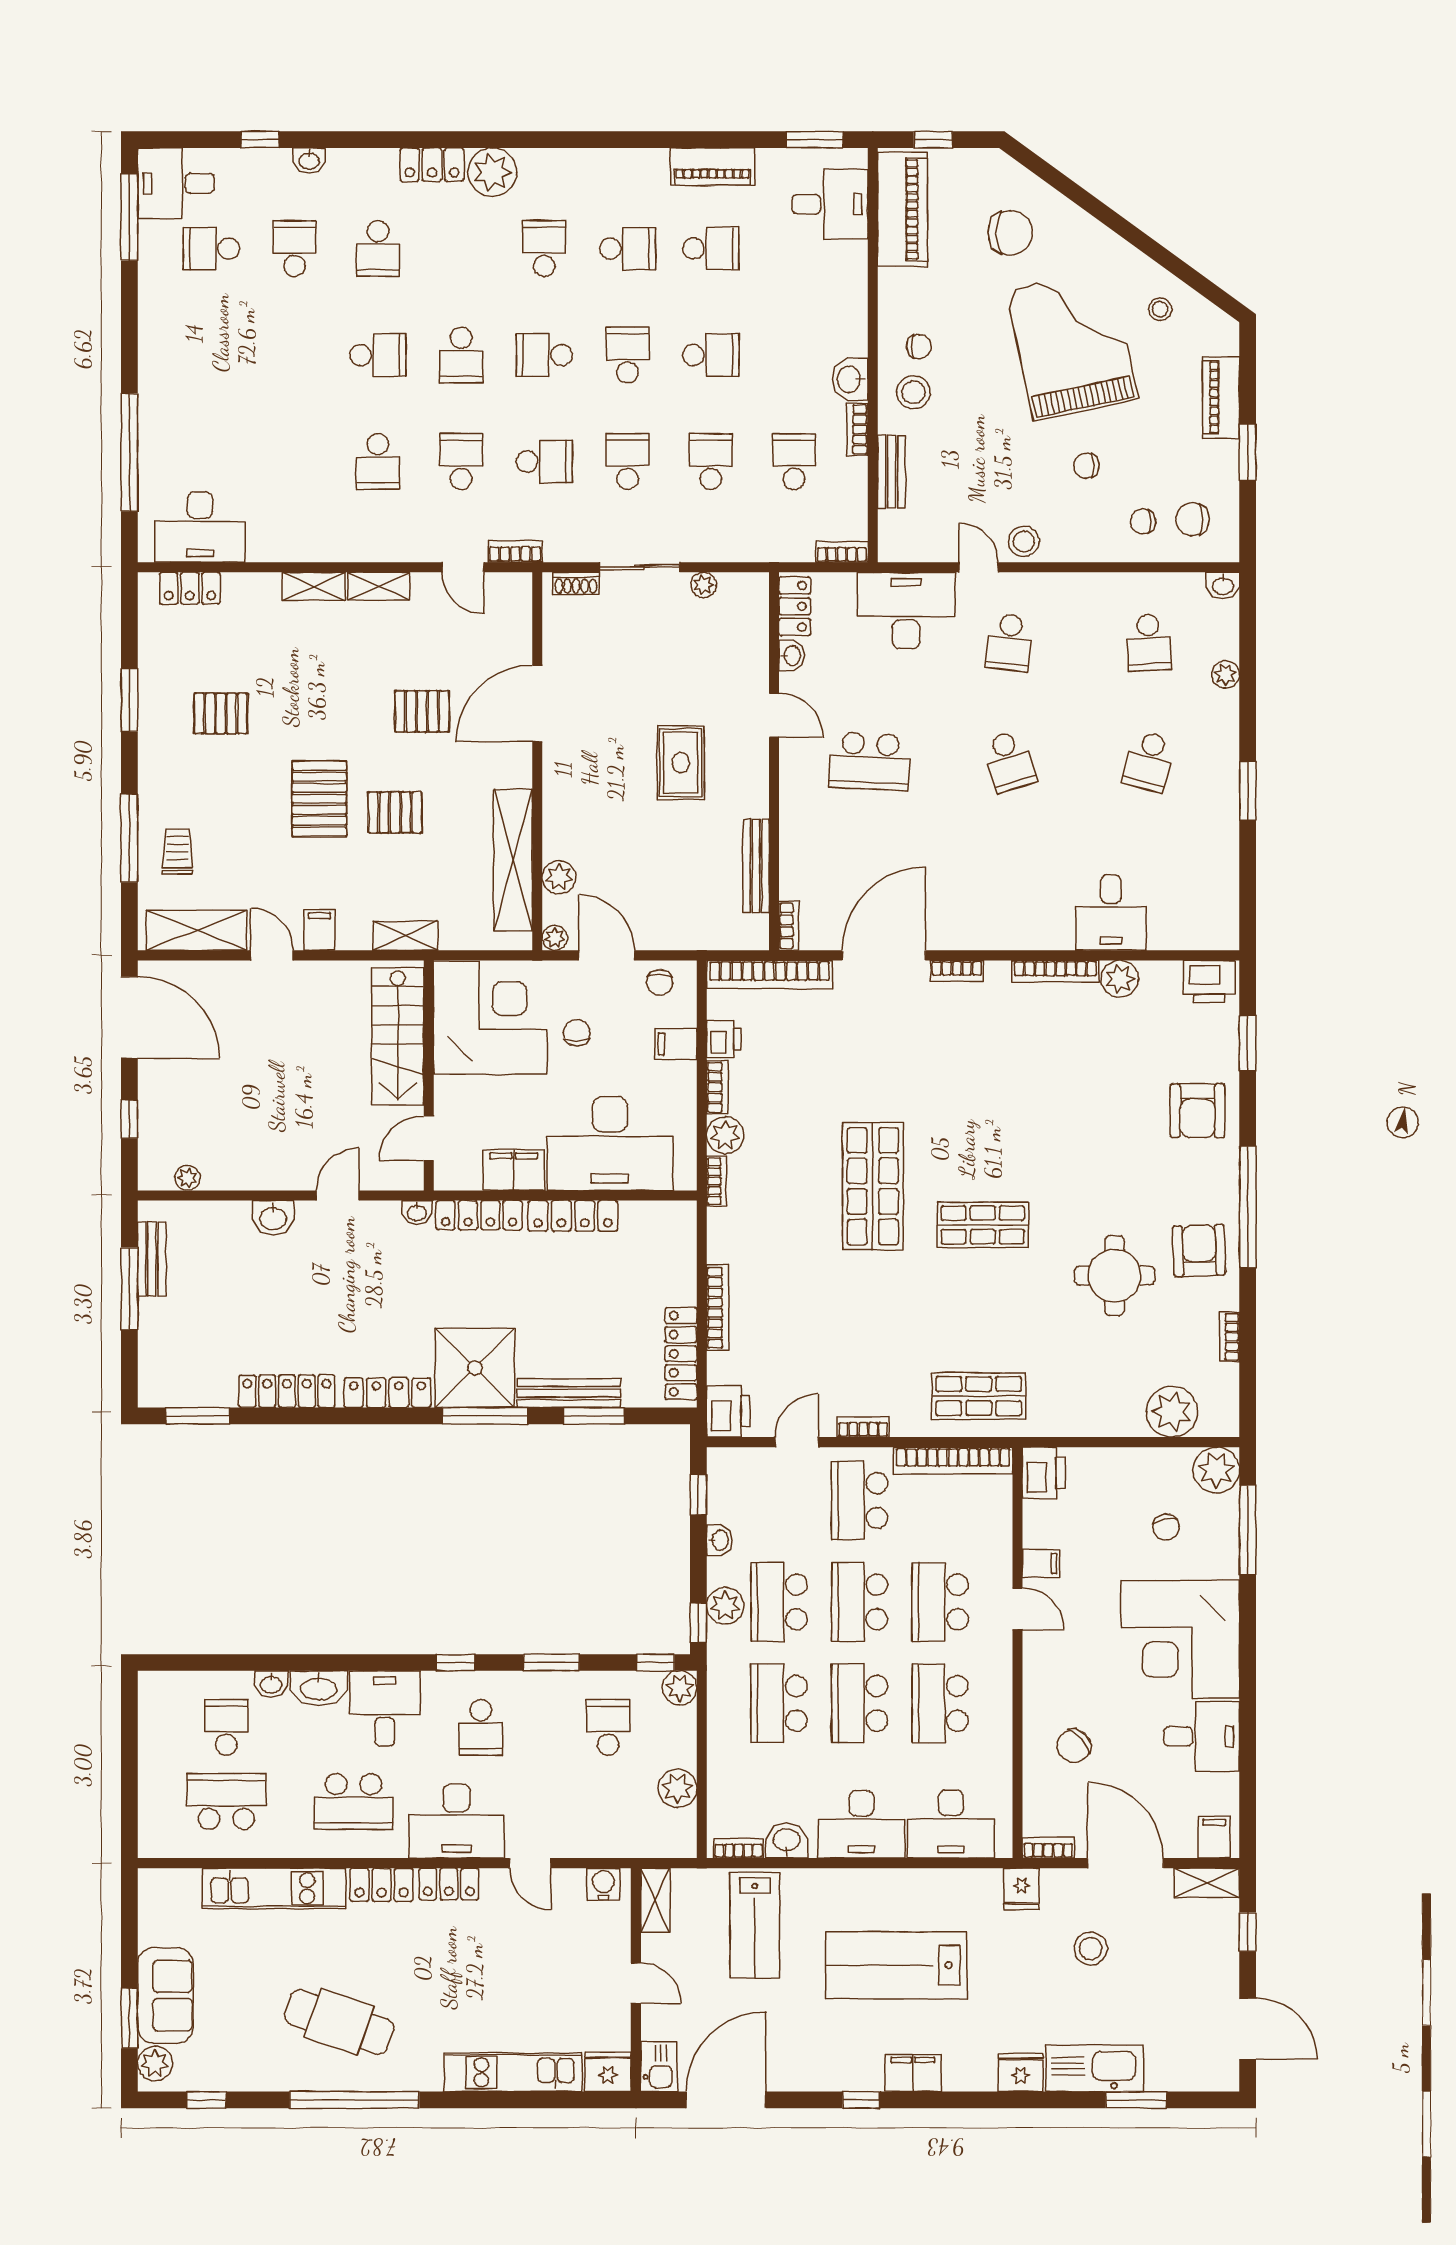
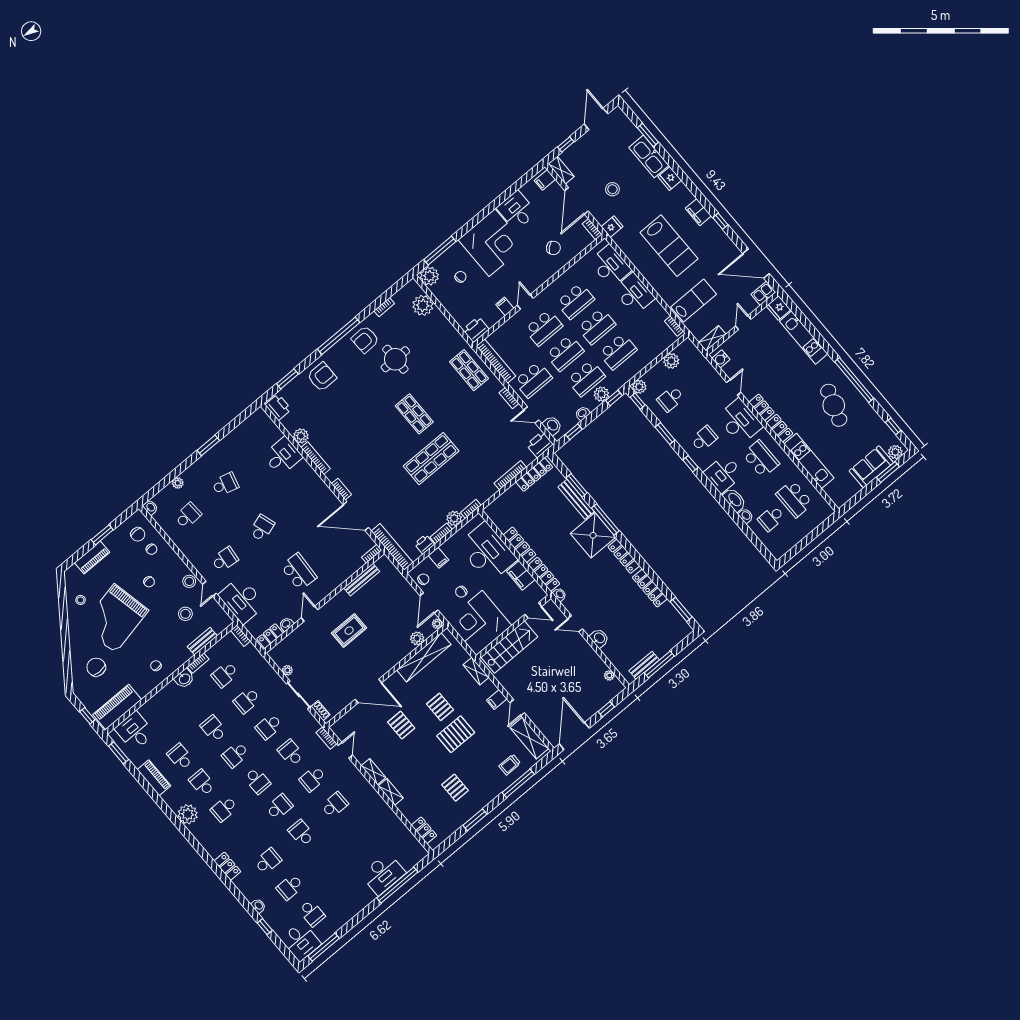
plant: (492, 172) -> (188, 814), moved
stool: (913, 392) -> (185, 614), moved
desk: (200, 527) -> (383, 874), moved, turned 90
washbasin: (787, 1841) -> (552, 425), moved, turned 180

